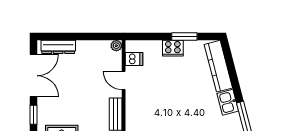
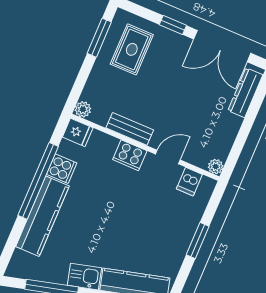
window: (184, 36) -> (198, 241), moved
cooker: (173, 48) -> (130, 155), moved, turned -90

